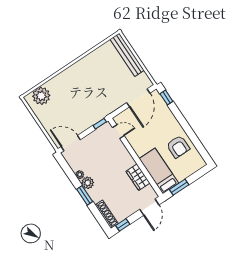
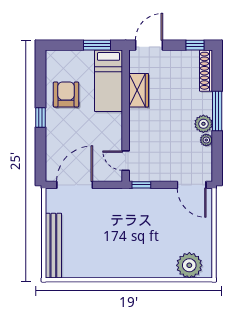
window: (166, 98) -> (40, 118), moved
window: (85, 195) -> (217, 111), width x1.44

